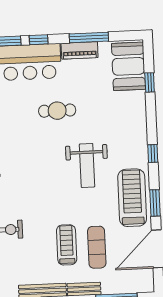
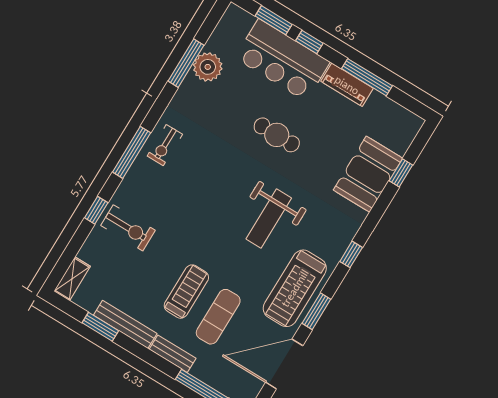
booth: (128, 66) -> (368, 174), moved
treadmill: (132, 198) -> (295, 288), turned 180

